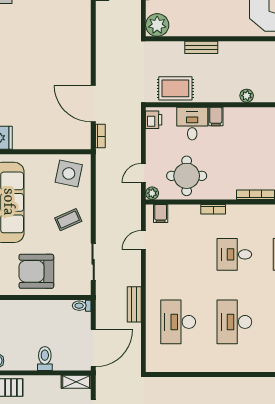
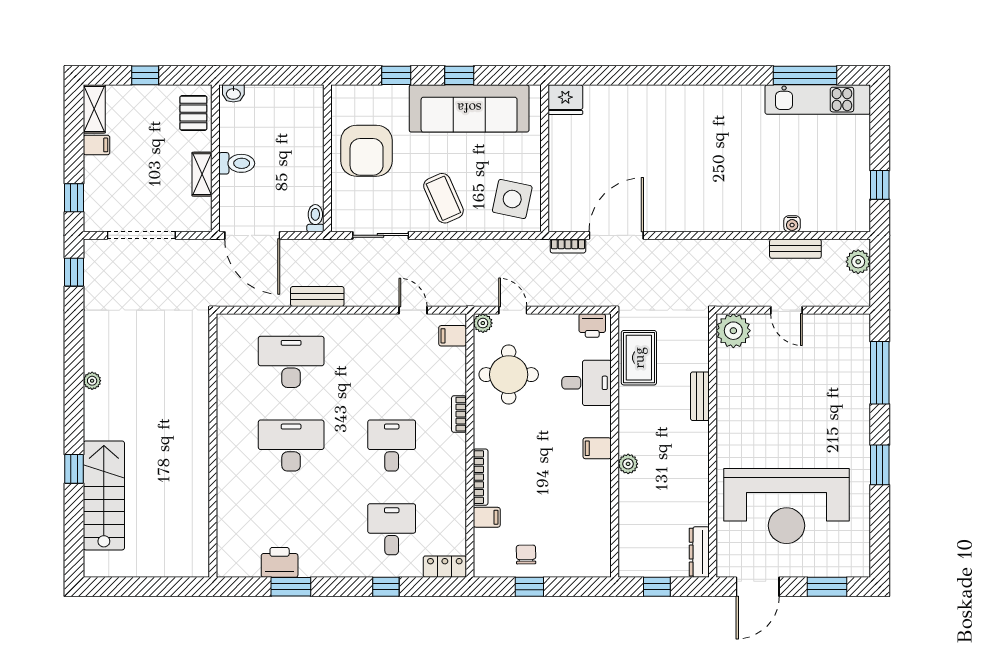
filing cabinet: (216, 116) -> (597, 448), moved
coffee table: (68, 220) -> (443, 198), width x1.36, depth x1.30
armchair: (36, 271) -> (367, 151), turned 180
shelving: (76, 382) -> (202, 174), moved

